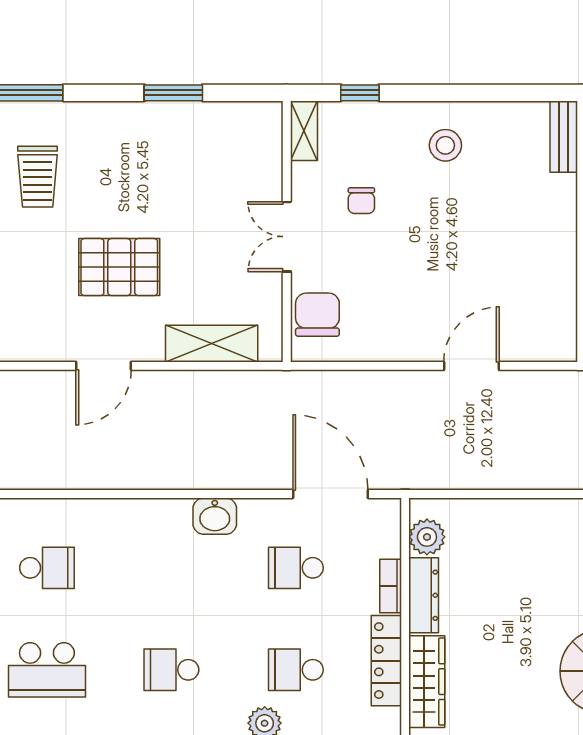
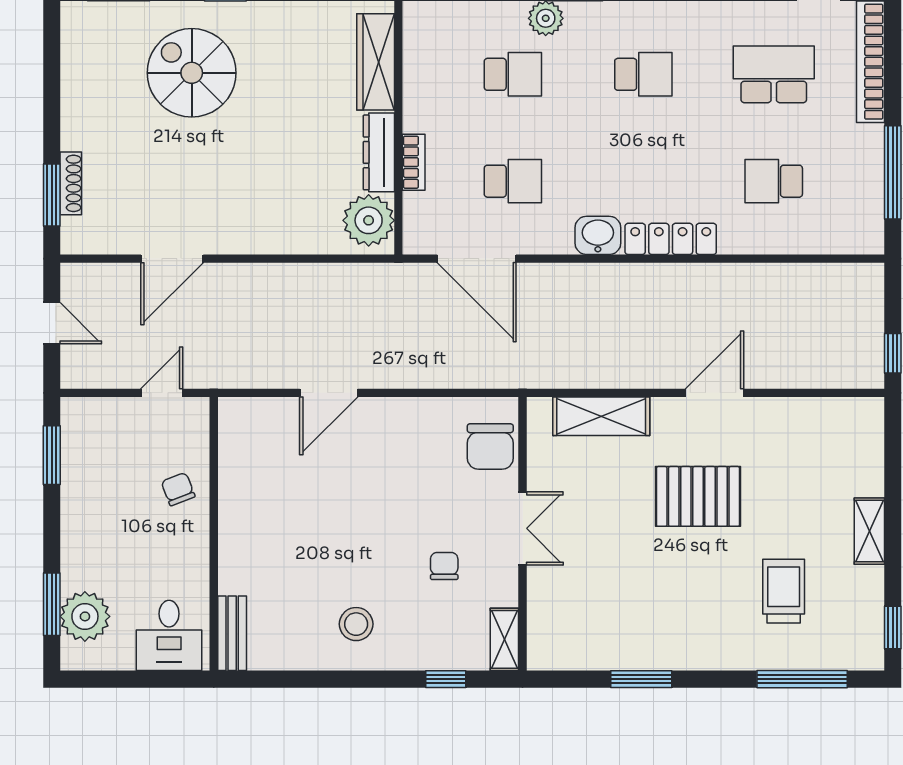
plant: (427, 537) -> (369, 220), width x1.36, depth x1.36
locker: (386, 661) -> (671, 239), moved, turned -90

